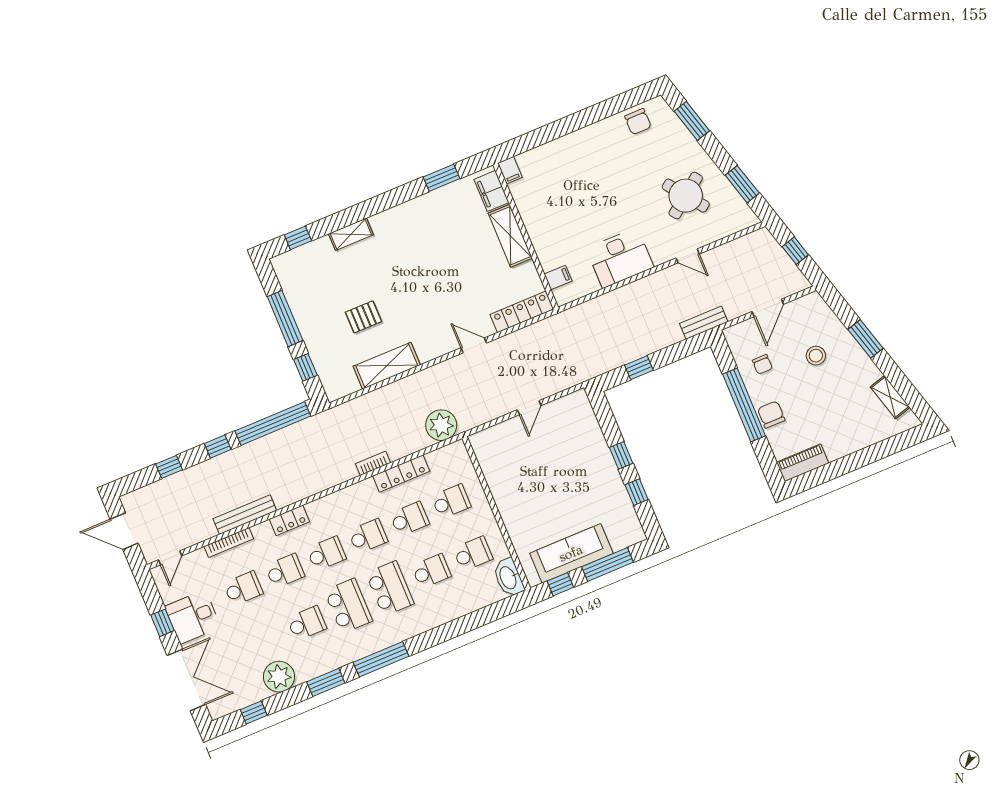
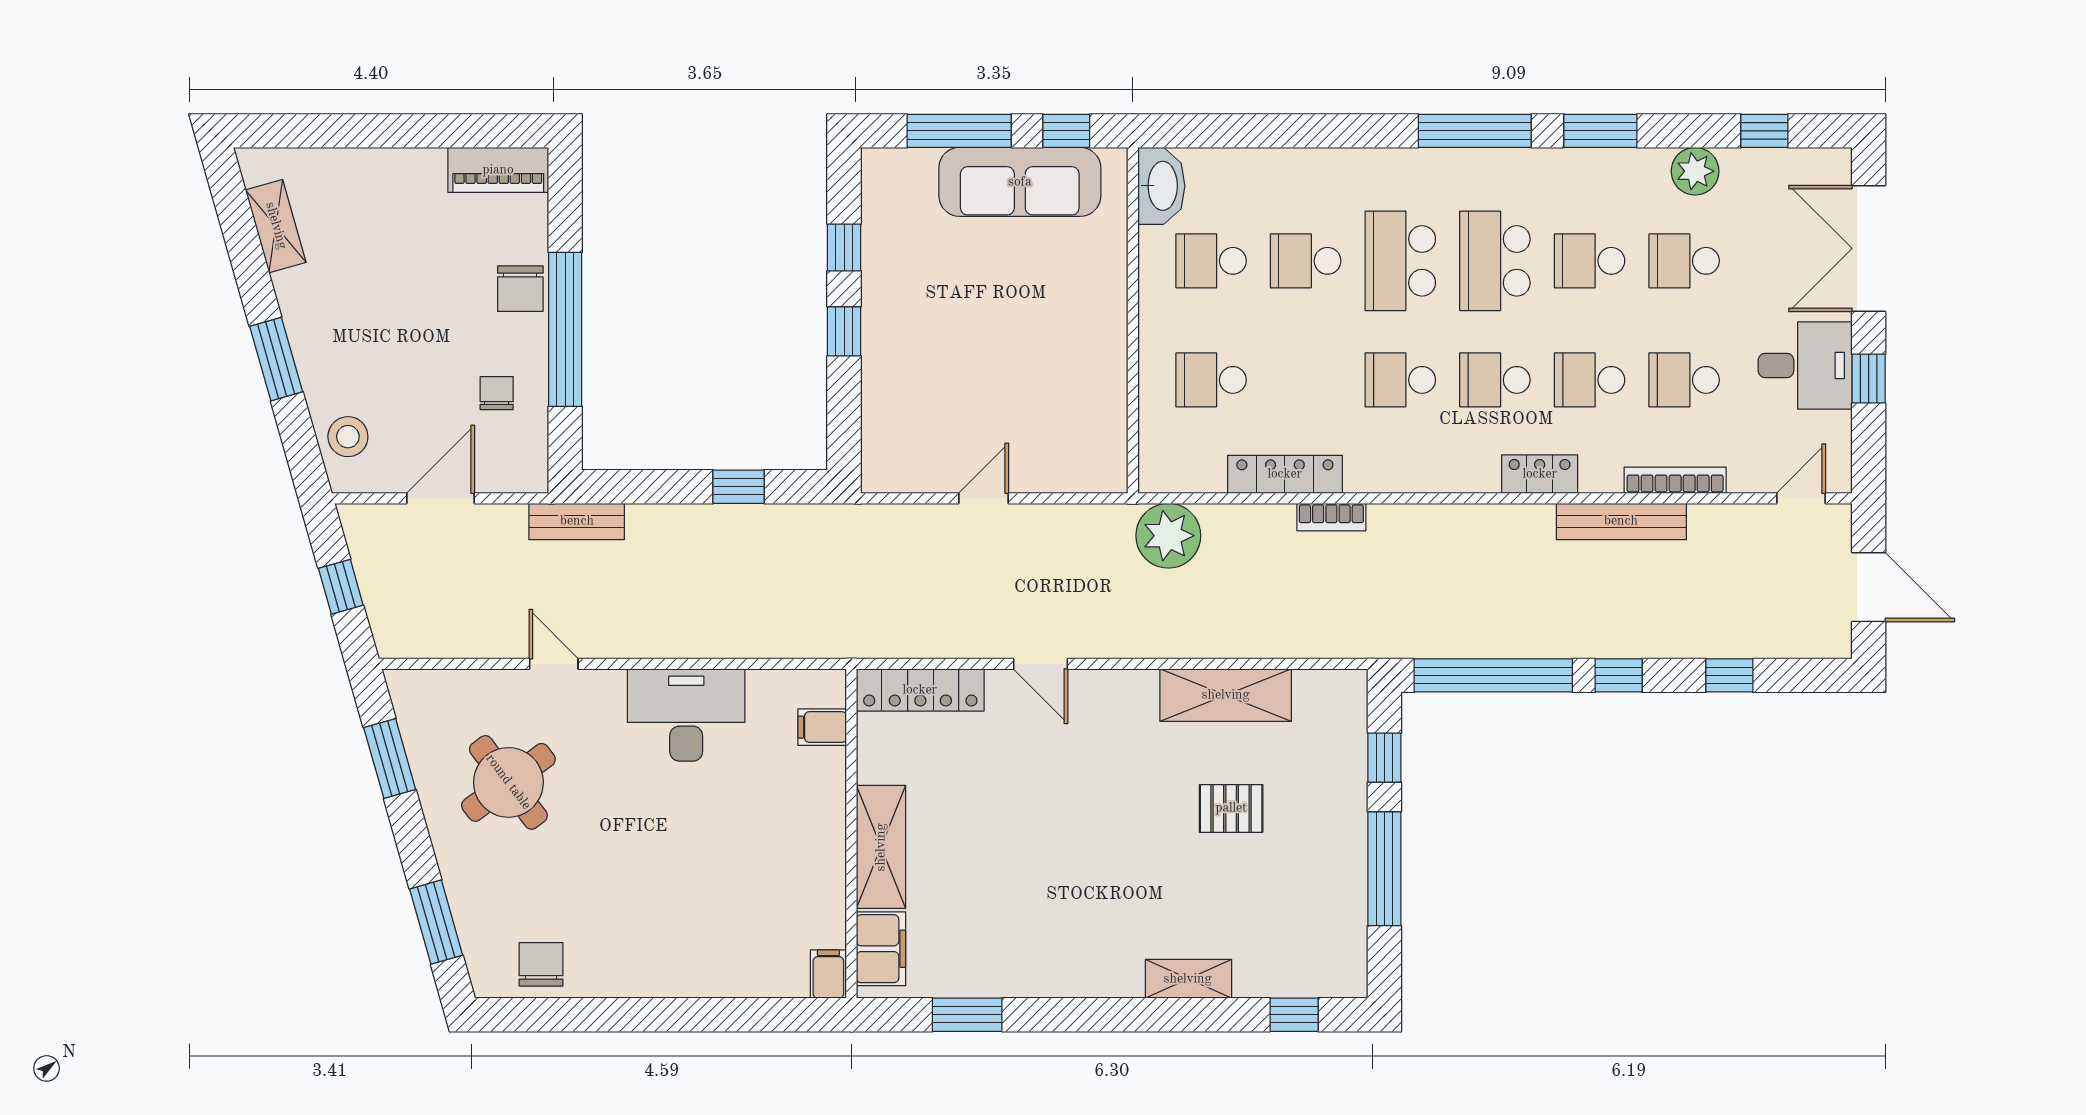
stool: (816, 356) -> (348, 437), moved
school desk: (409, 519) -> (1684, 261), moved
plant: (279, 677) -> (1695, 171), width x0.73, depth x0.73

